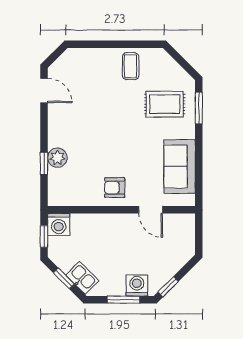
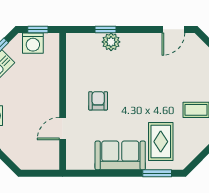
sofa: (180, 167) -> (120, 155), moved
armchair: (115, 188) -> (98, 101), moved
washing machine: (59, 224) -> (33, 43), moved, turned -90

